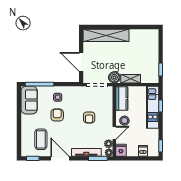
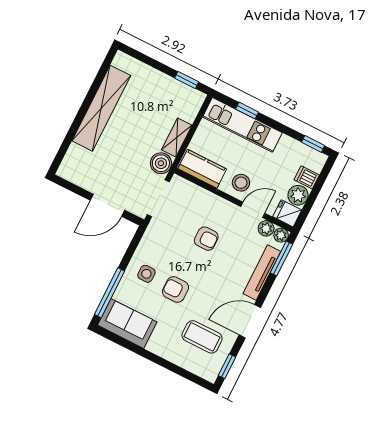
shelving: (106, 35) -> (101, 108), moved
door: (114, 133) -> (253, 210), hinge flipped
plant: (132, 151) -> (298, 195), added

